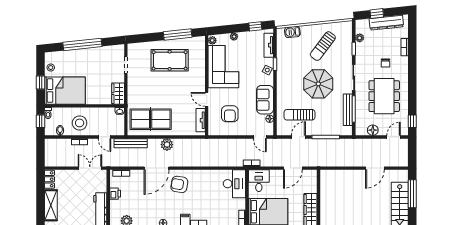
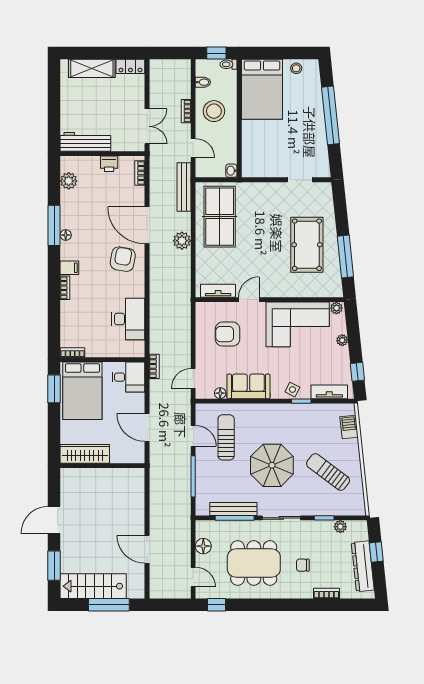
window: (40, 83) -> (274, 53), removed
wardrobe: (118, 94) -> (257, 168), removed
door: (104, 137) -> (193, 148), swing flipped
desk: (234, 184) -> (128, 319), moved, turned -90

